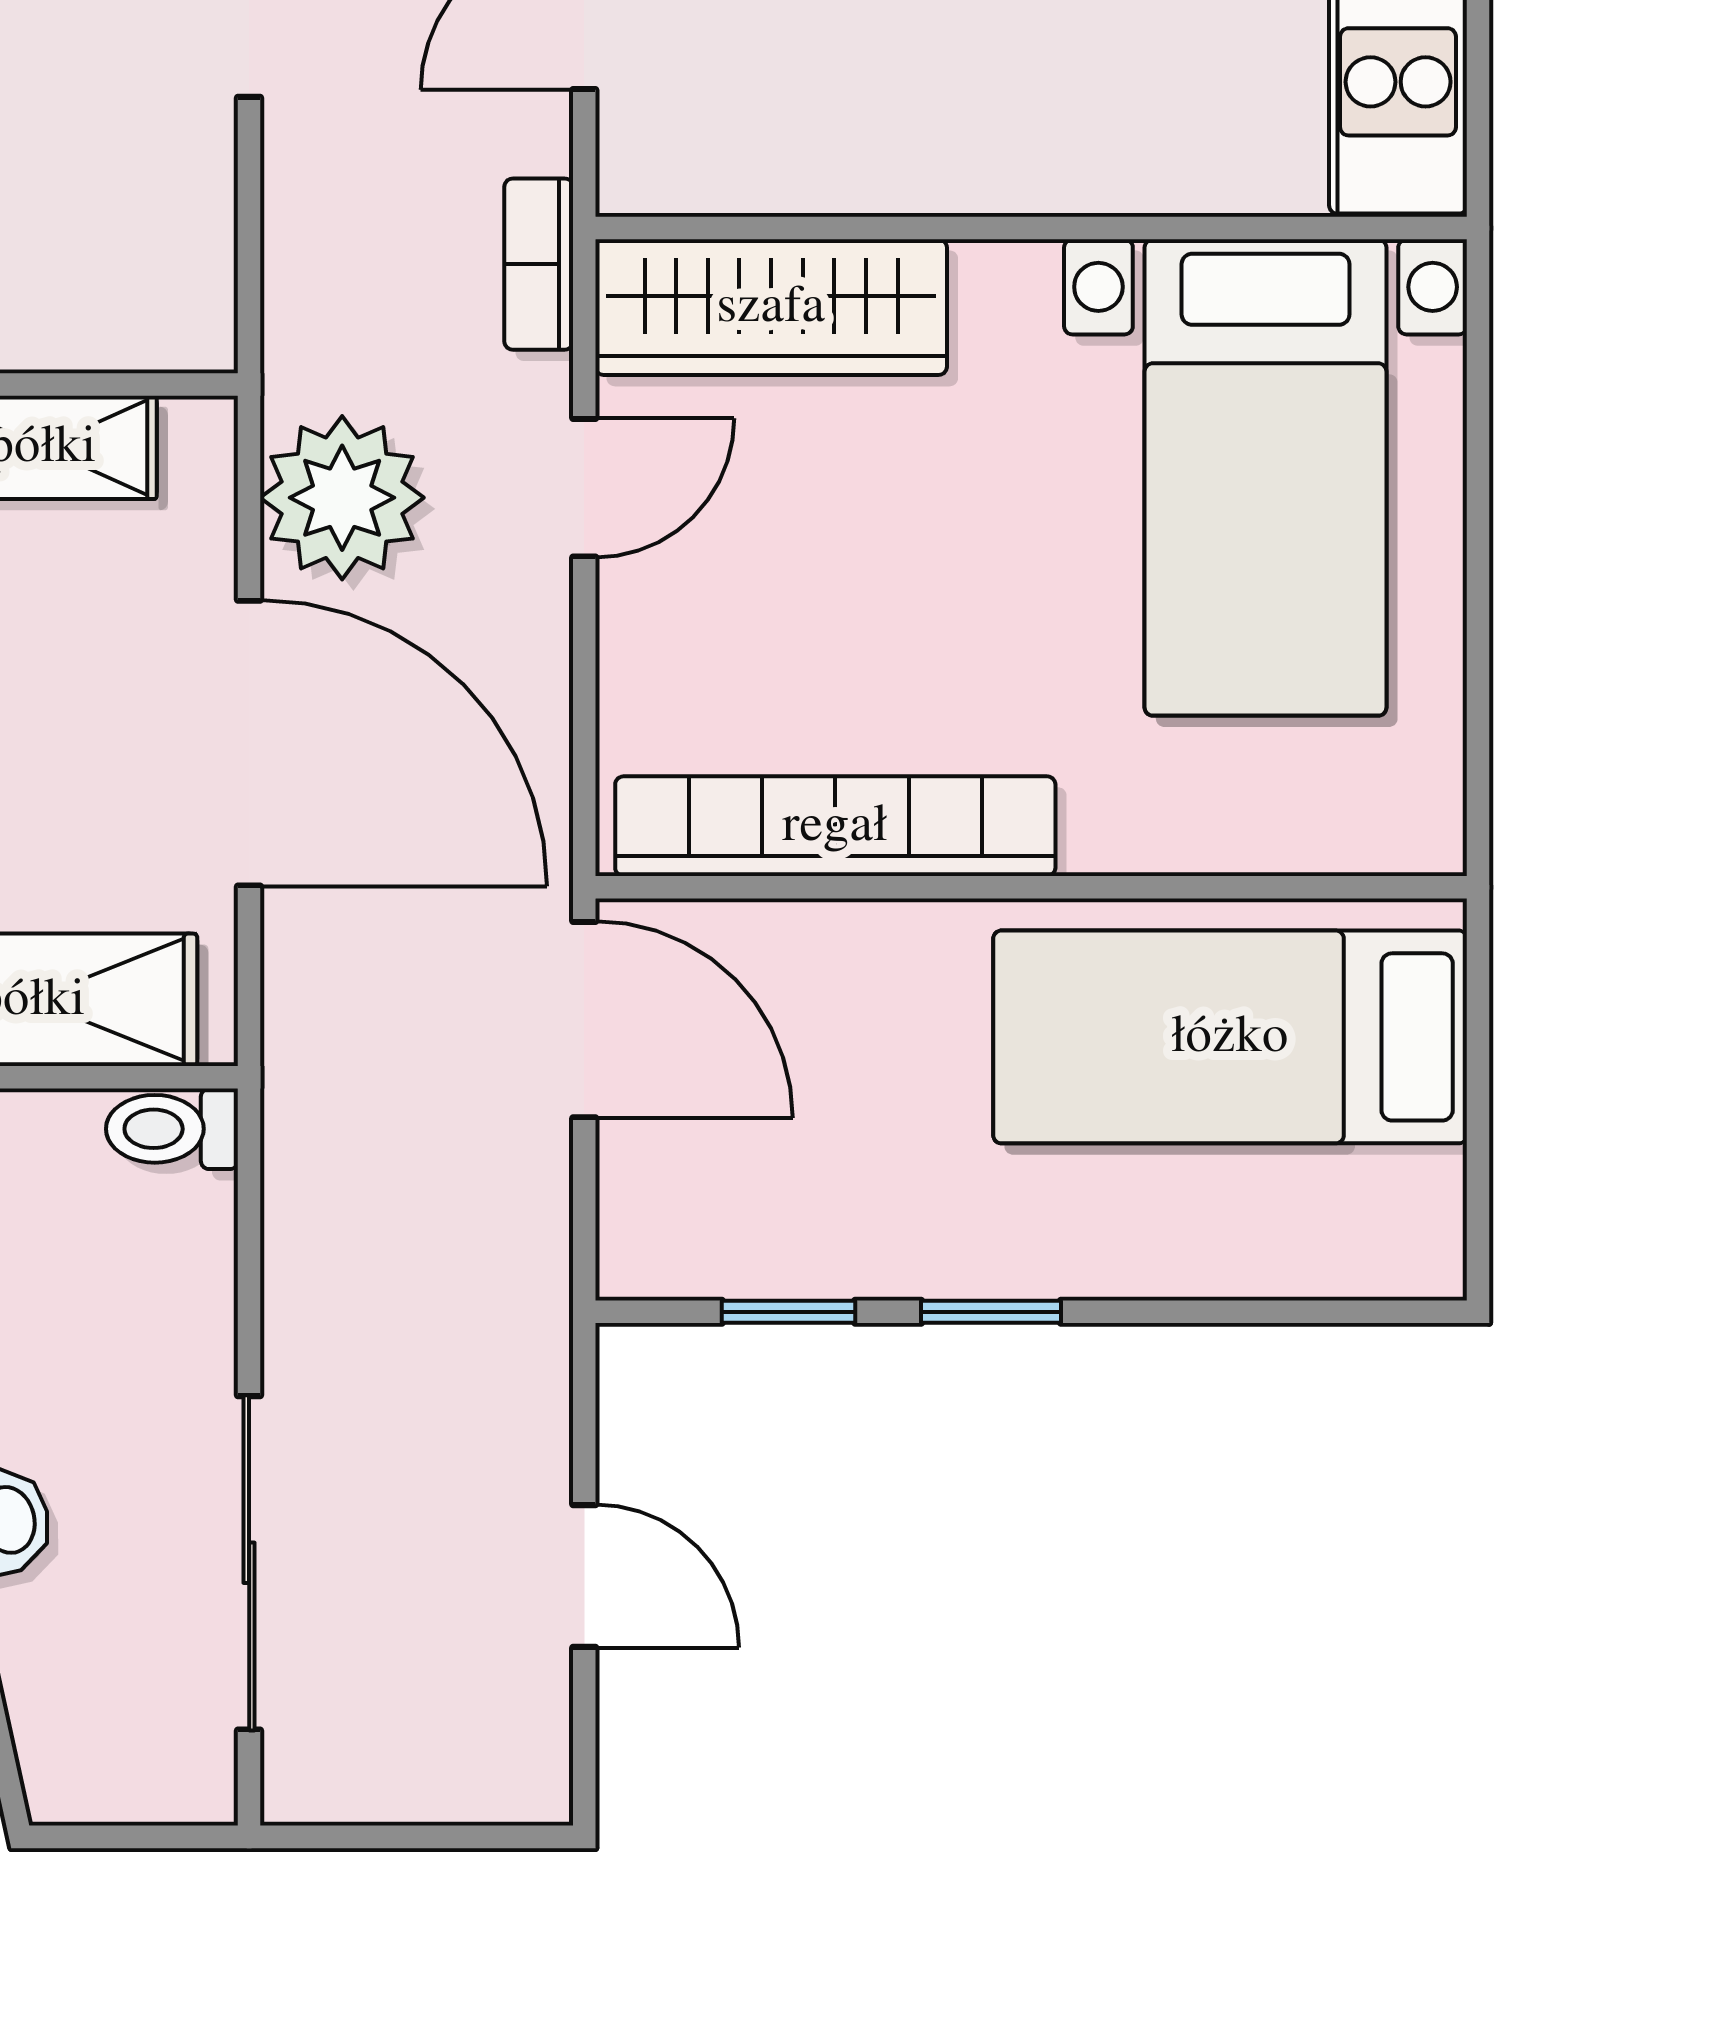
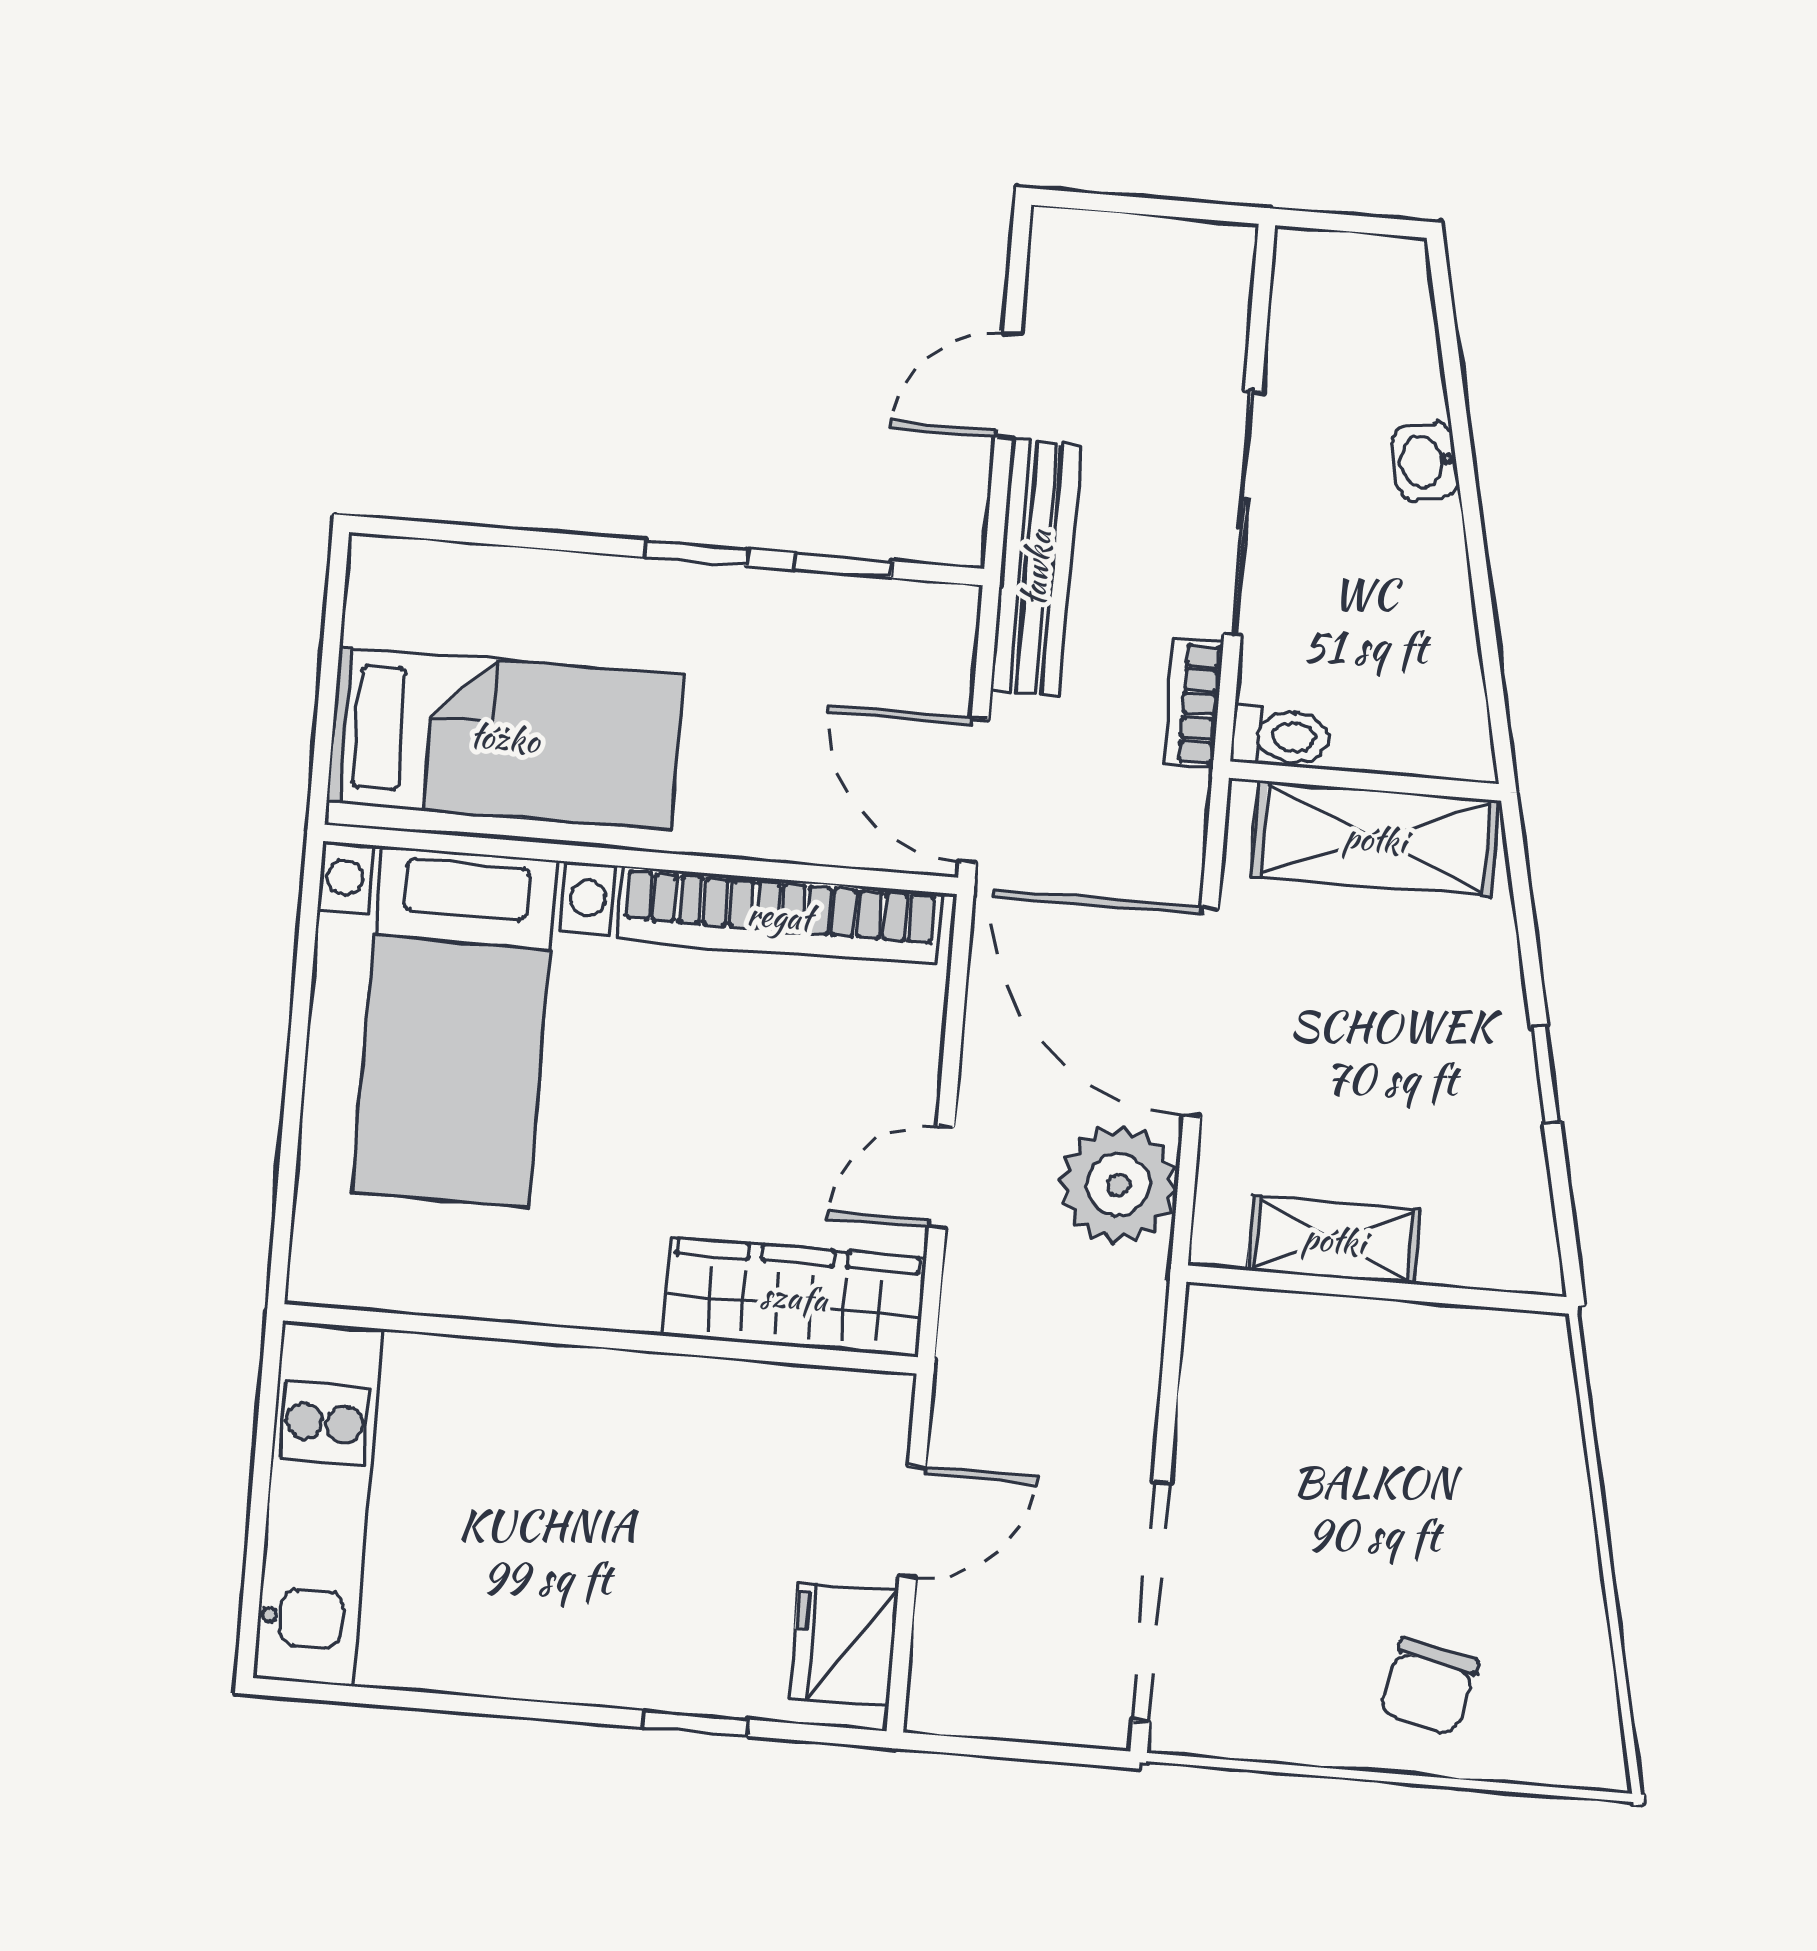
bookcase: (539, 264) -> (1193, 704), moved, turned 180
bed with nightstands: (1266, 477) -> (455, 1026), moved, turned 180
bench: (525, 1331) -> (1036, 568), added
sliding door: (249, 1563) -> (1243, 513), moved
door: (584, 1576) -> (1008, 386), hinge flipped

